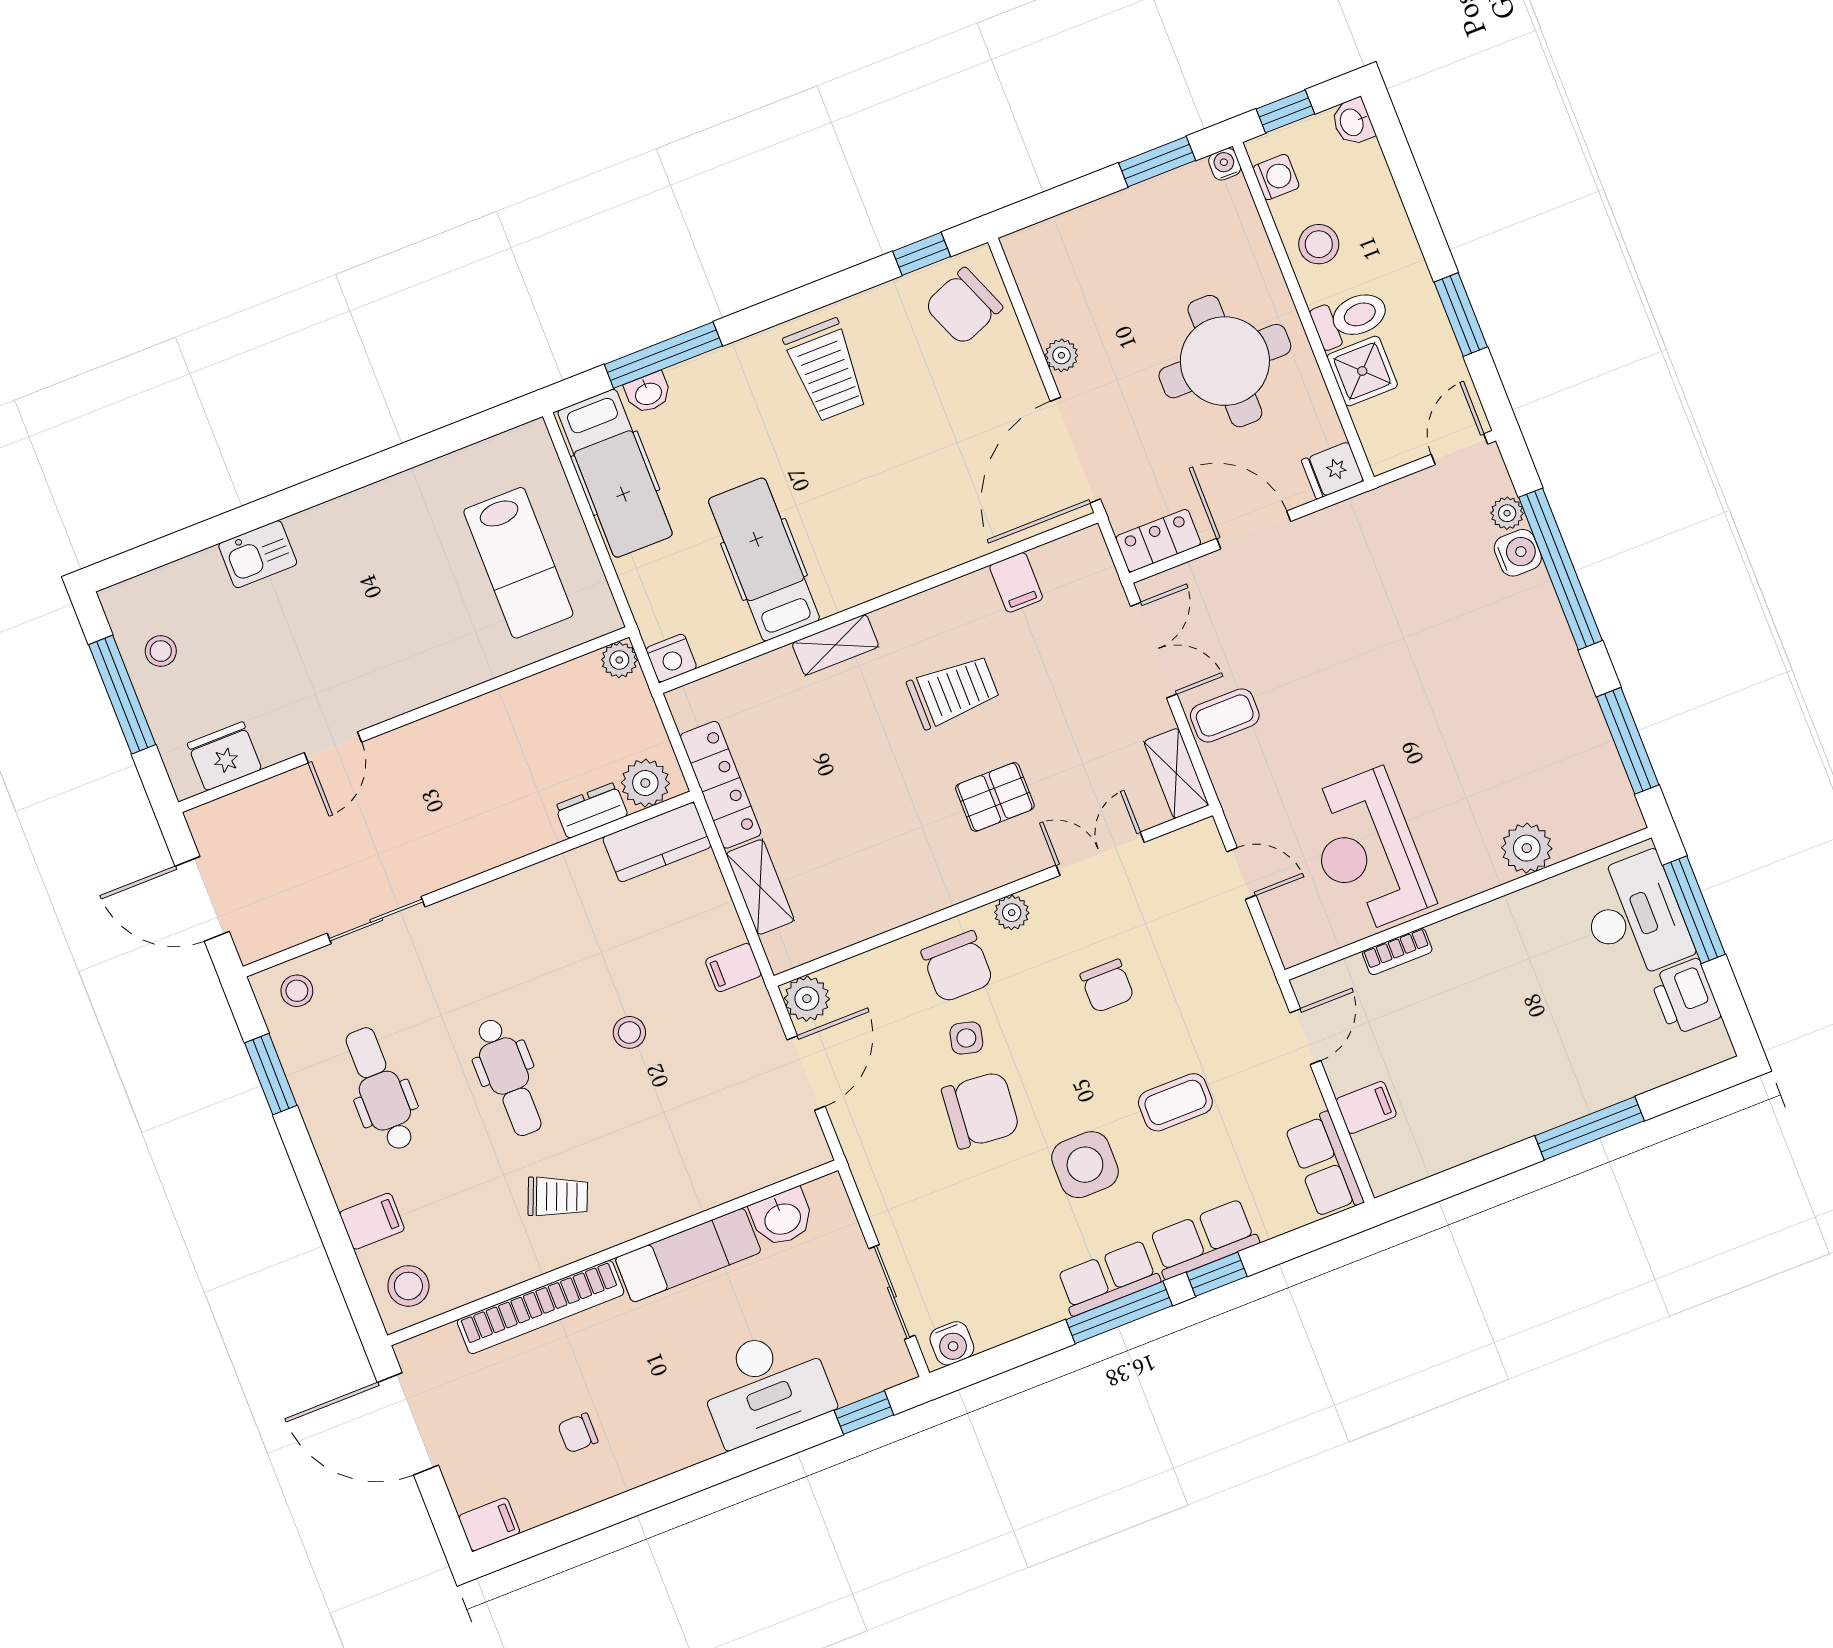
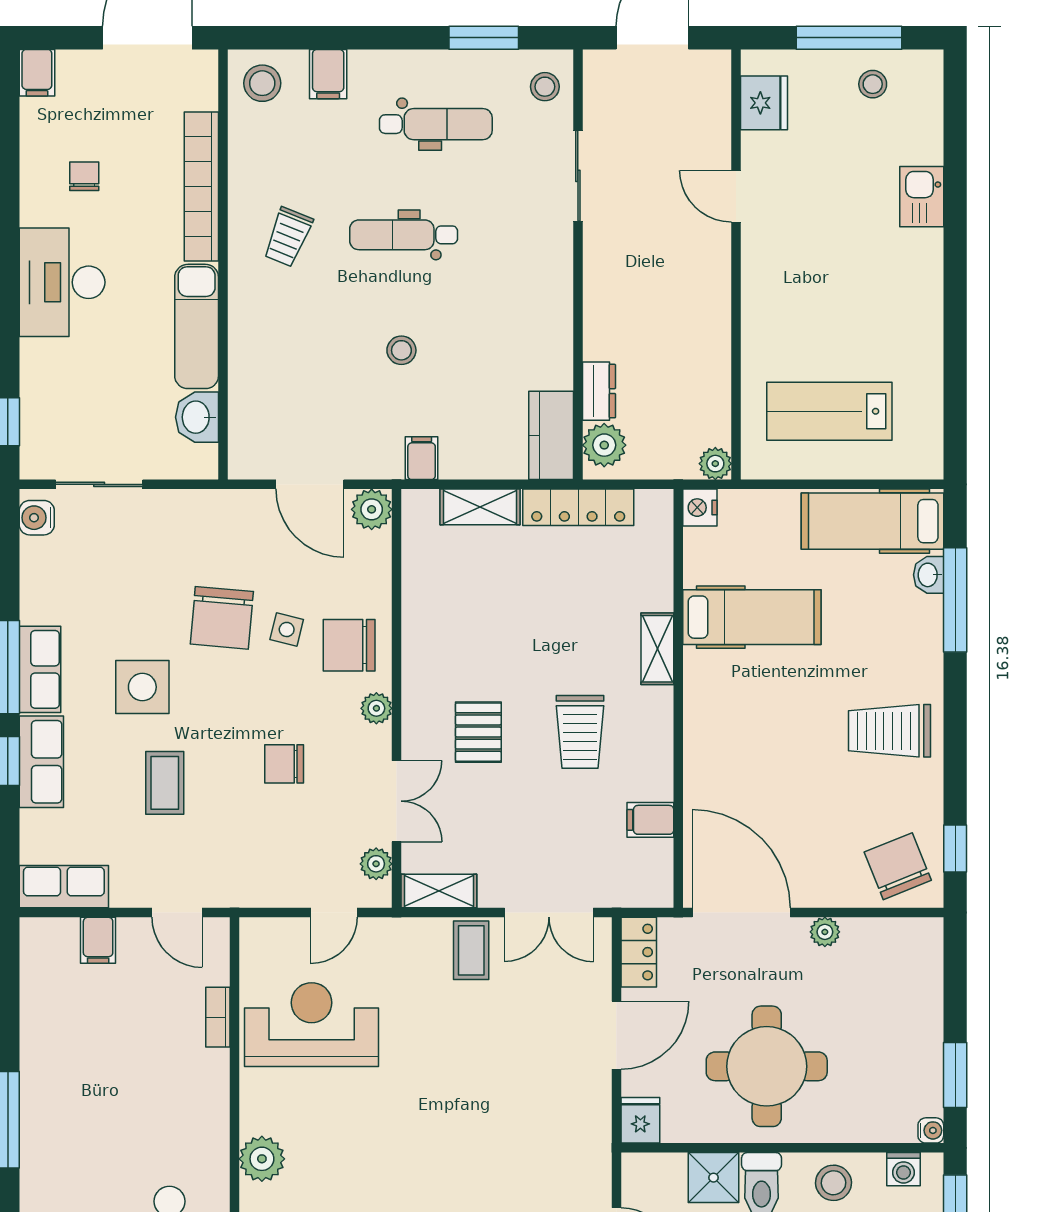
plant: (1174, 850) -> (376, 864), added
desk: (765, 1386) -> (62, 282), moved

